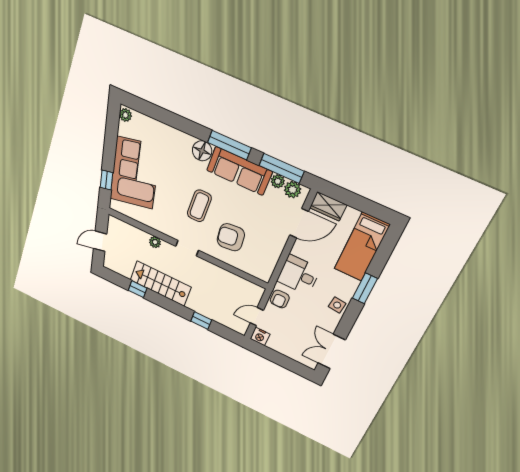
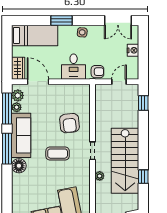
stairs: (160, 283) -> (125, 161), width x1.36, depth x1.51
door: (257, 317) -> (119, 82), swing flipped
window: (201, 321) -> (143, 103), moved
nightstand: (260, 336) -> (133, 50), moved

